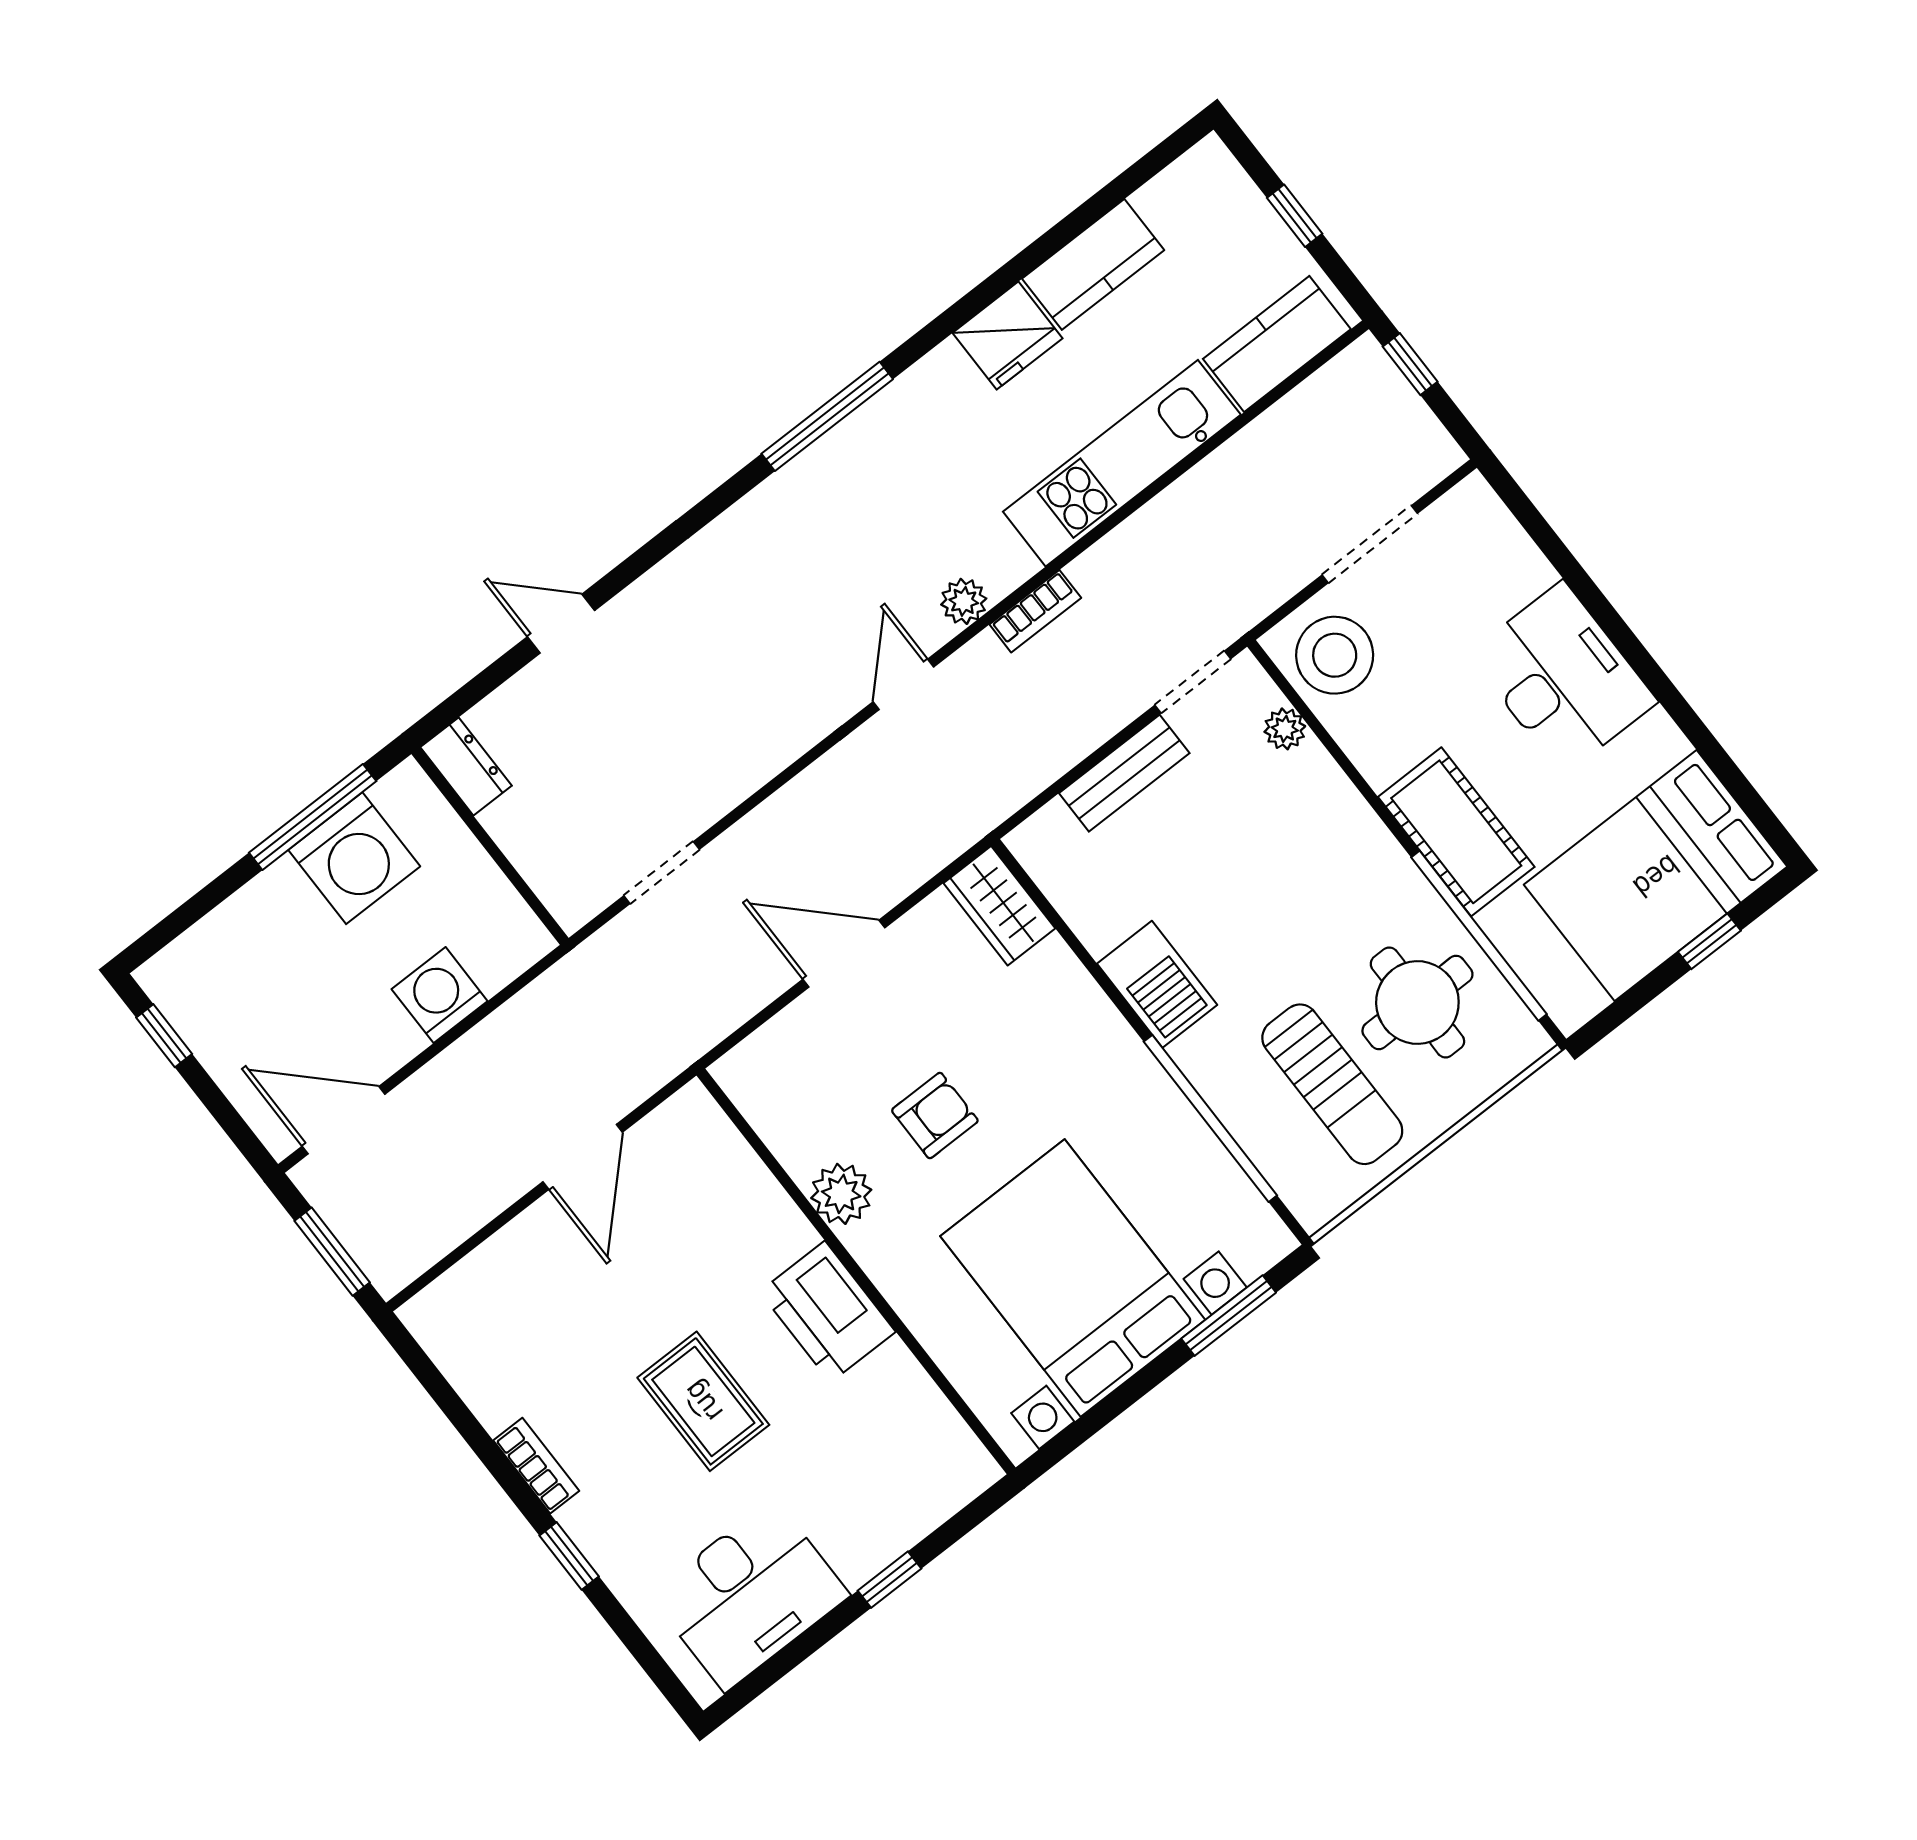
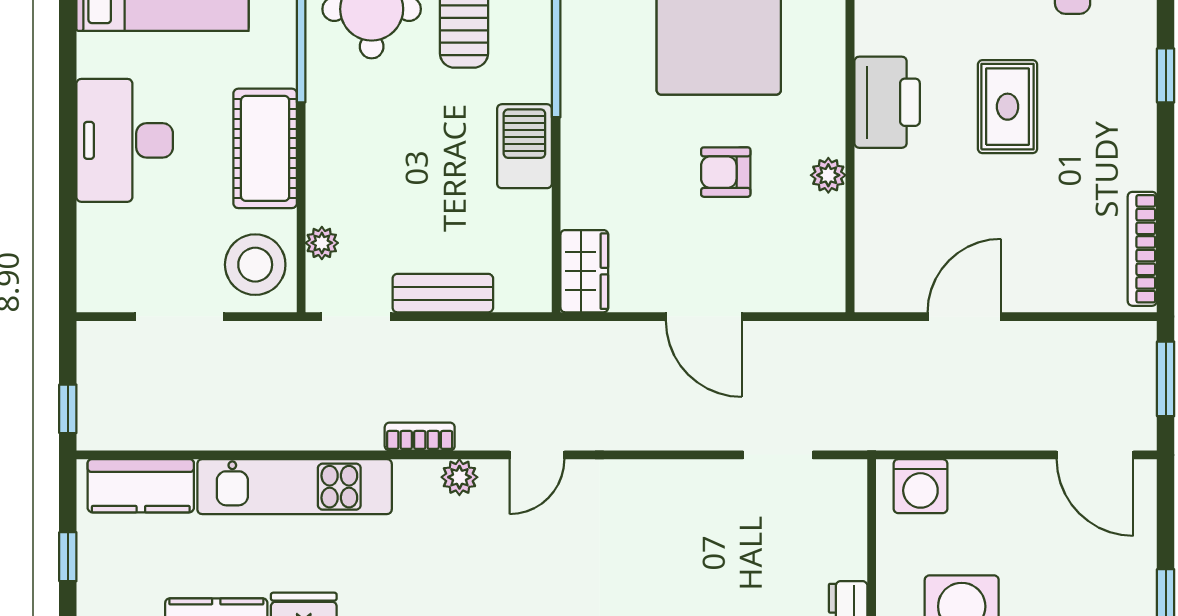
cot: (1456, 832) -> (265, 148), moved
washing machine: (440, 995) -> (920, 486), moved
plant: (841, 1194) -> (828, 175), width x0.73, depth x0.73
bookcase: (536, 1466) -> (1142, 249), moved, width x1.56

